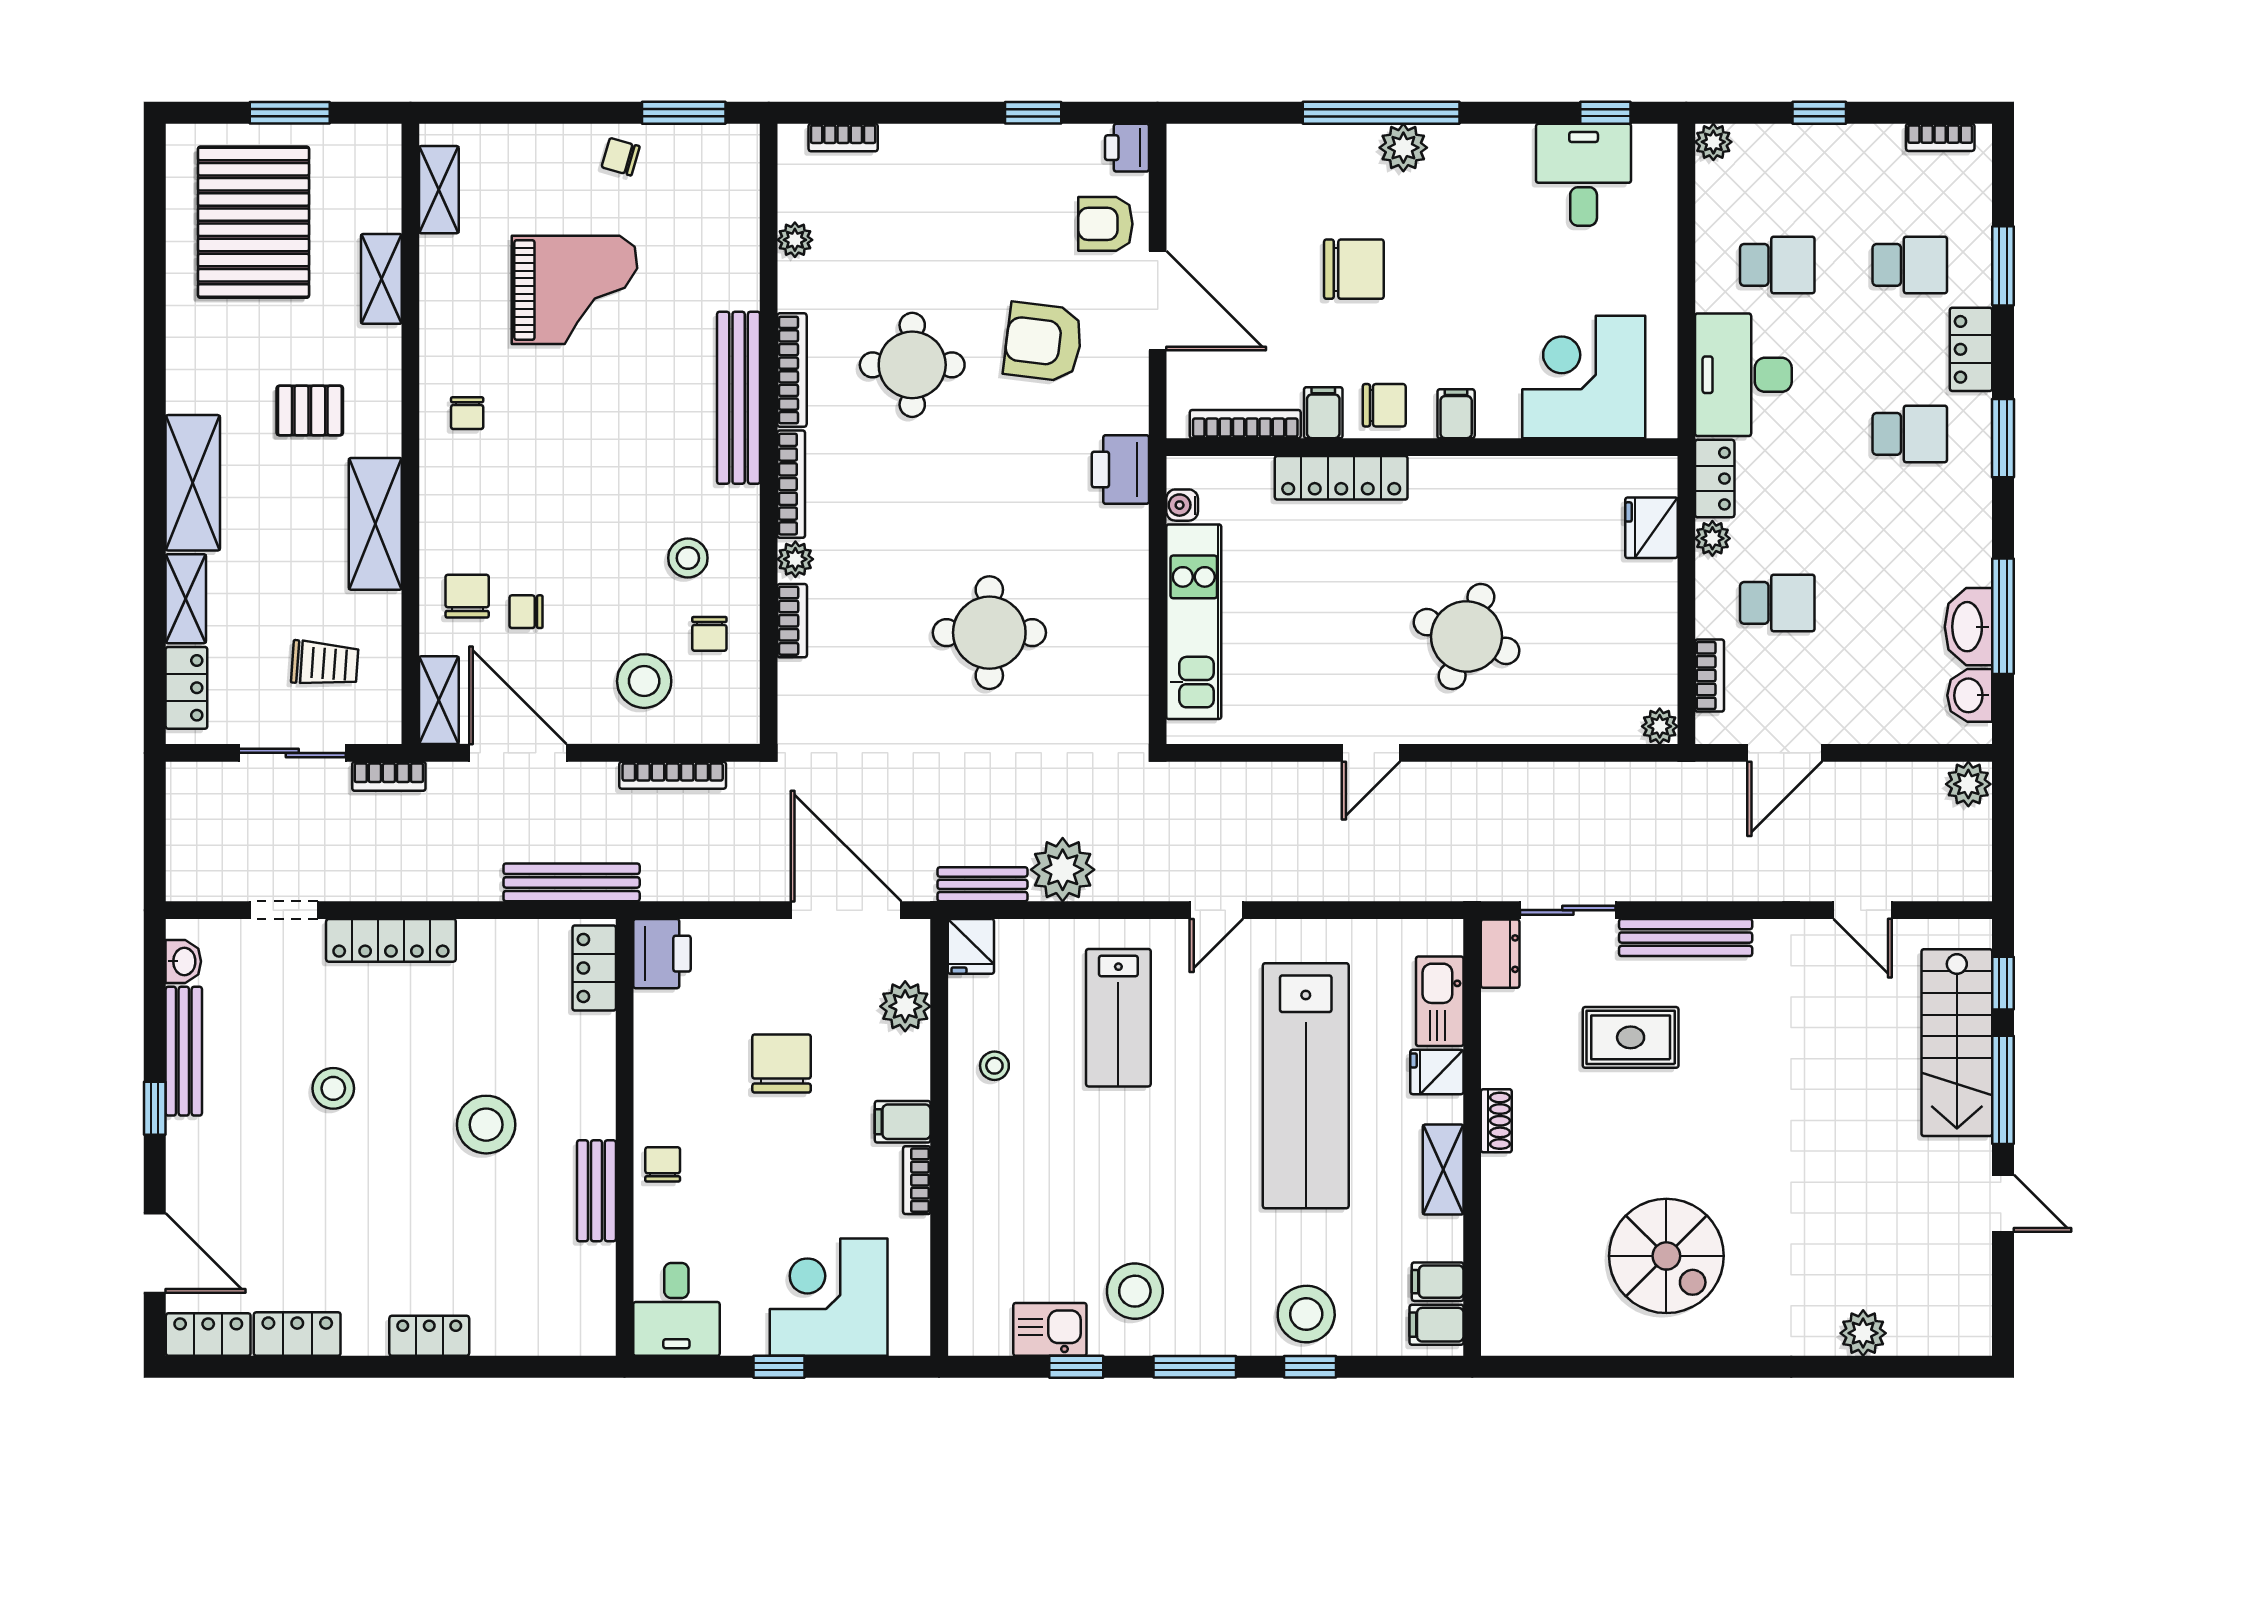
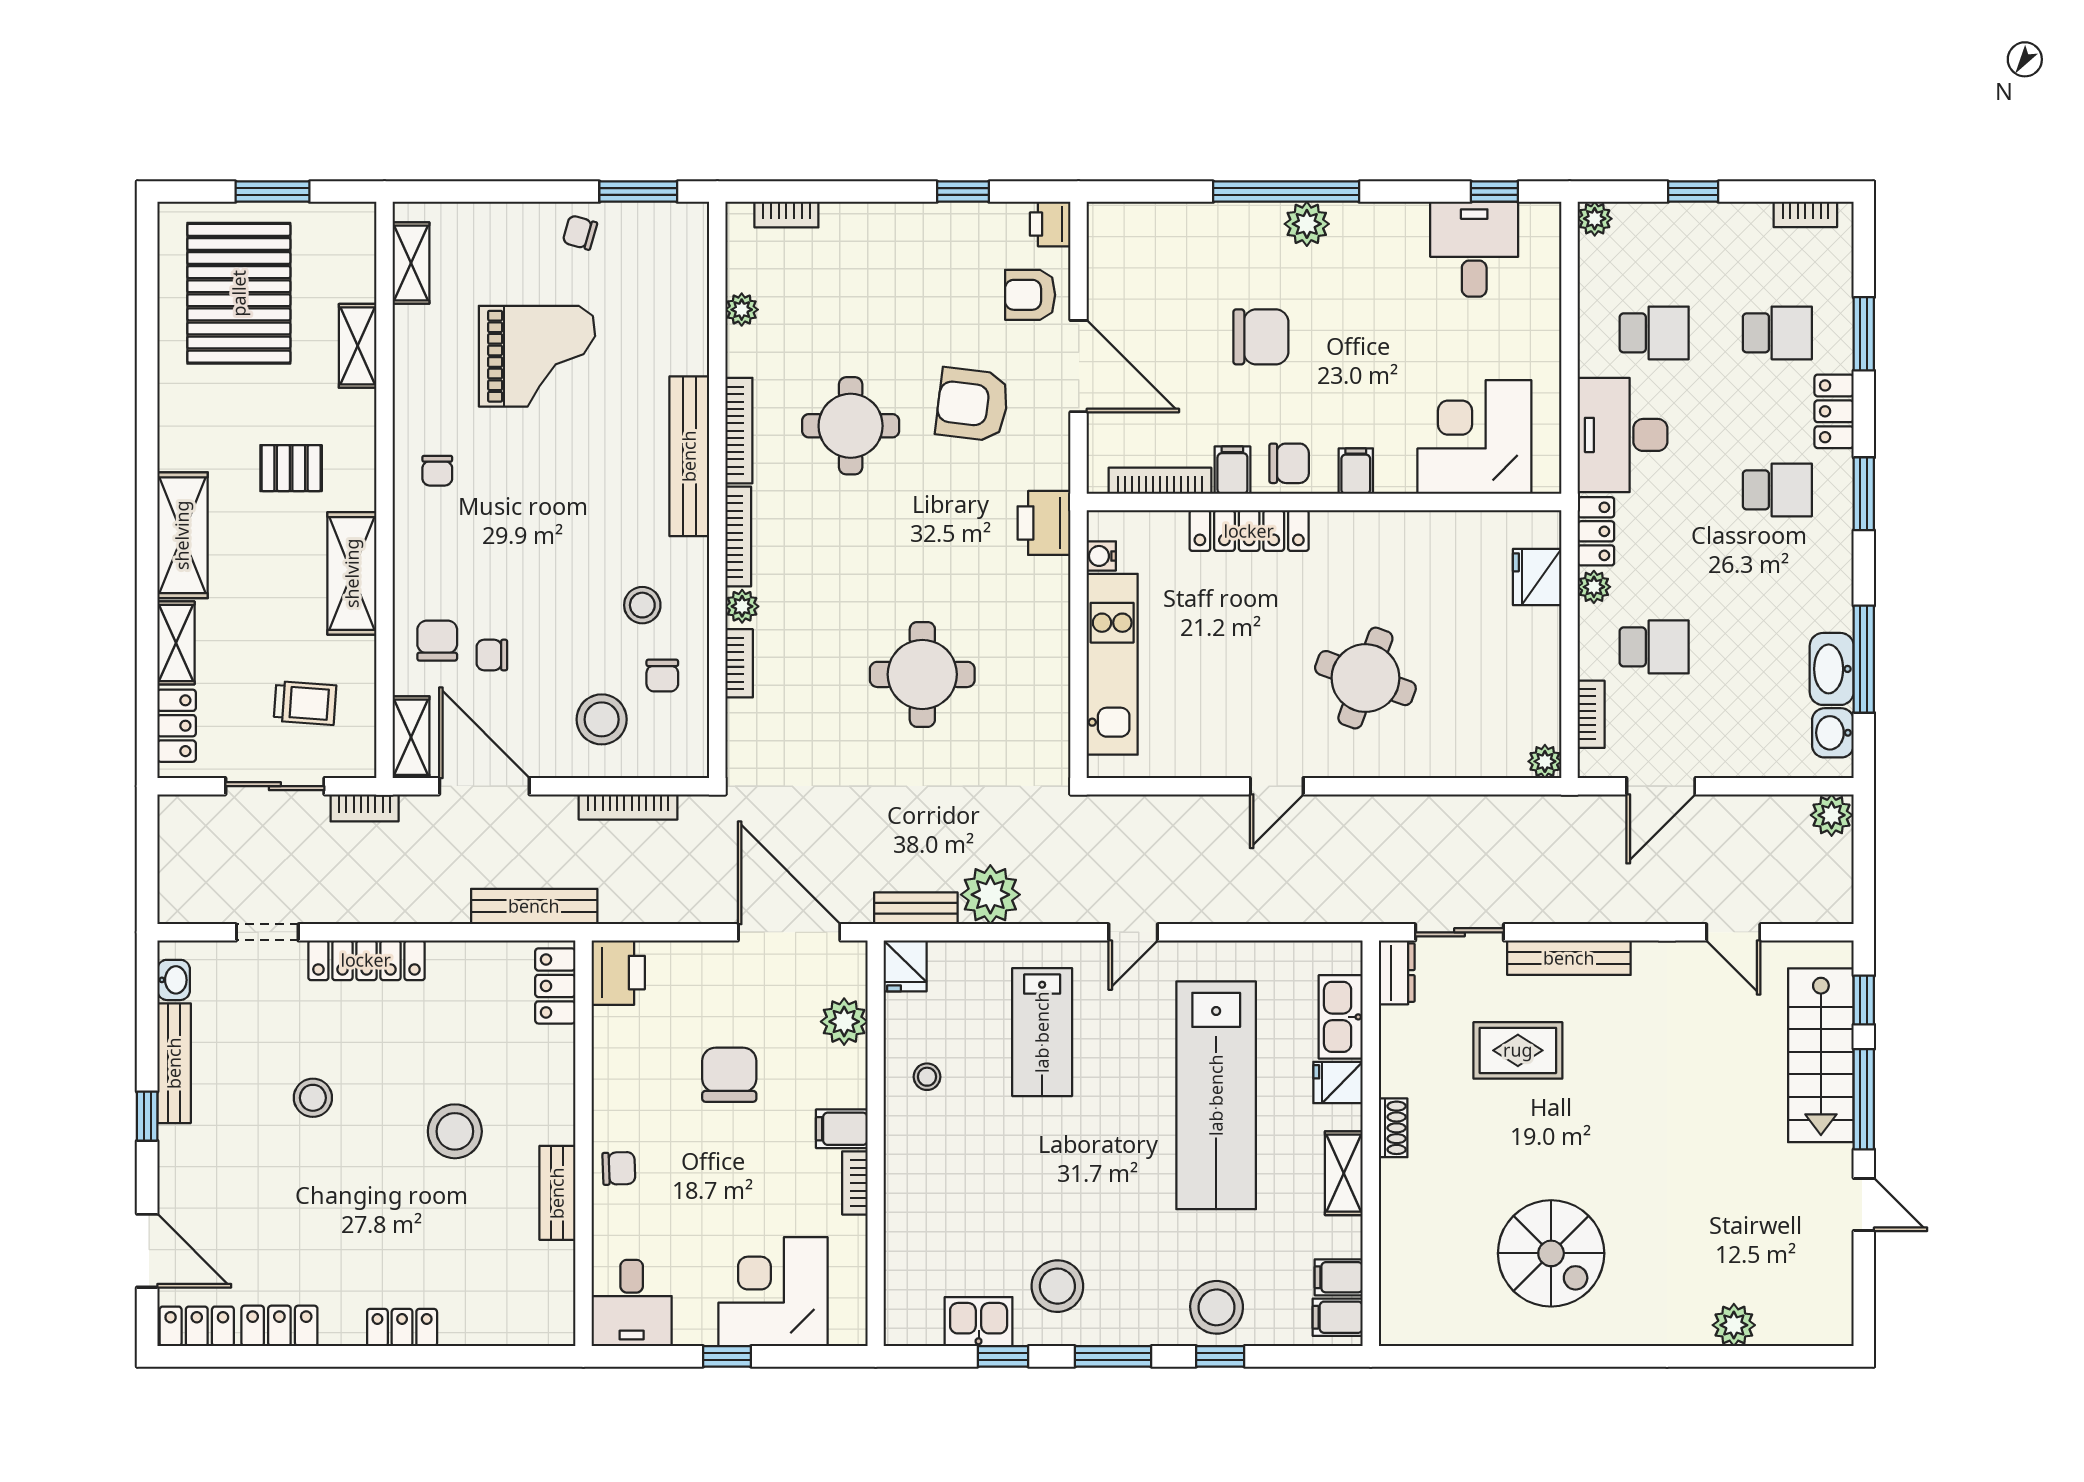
chair: (663, 1164) -> (619, 1168), turned 88

